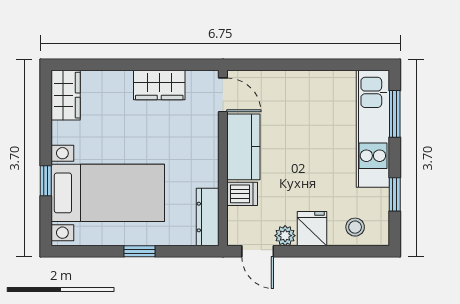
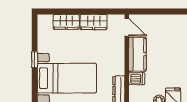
wardrobe: (66, 95) -> (66, 22), moved, turned 90
window: (46, 181) -> (35, 60), moved

